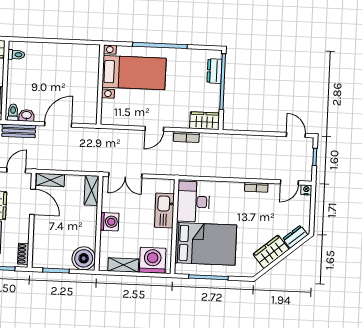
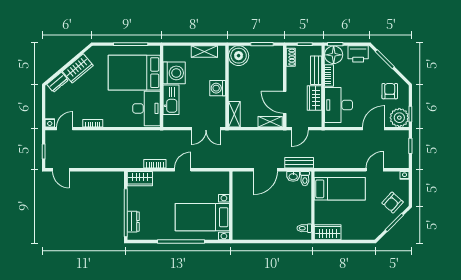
double door: (125, 175) -> (206, 129), swing flipped
washing machine: (153, 260) -> (174, 73), moved, turned -90

